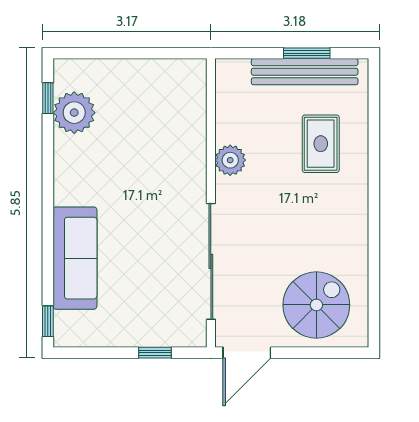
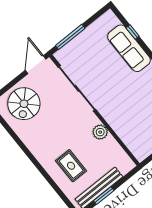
window: (48, 321) -> (133, 32), moved
window: (155, 353) -> (70, 37), width x2.17

